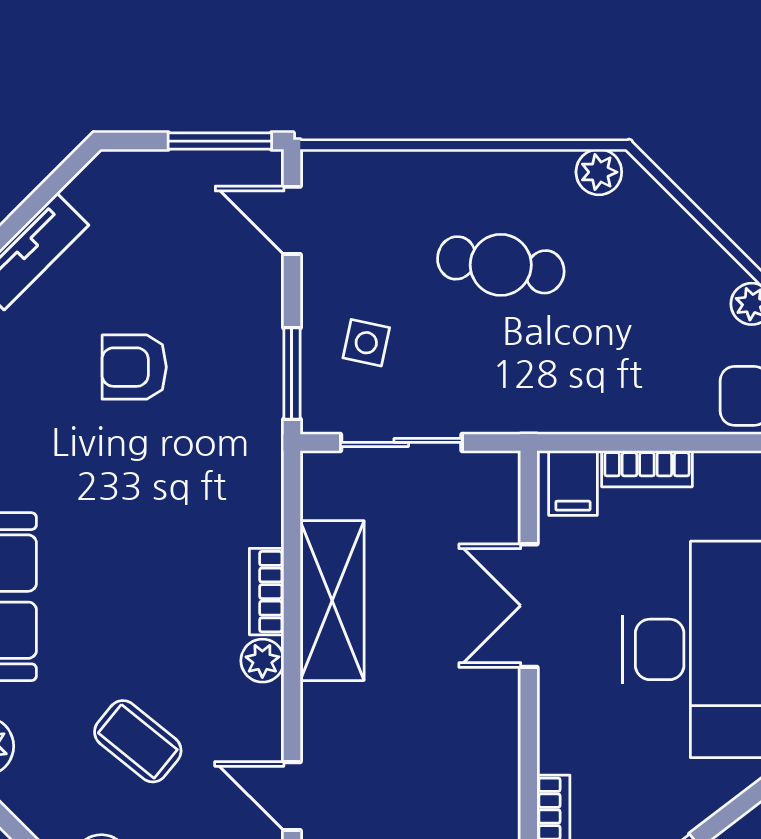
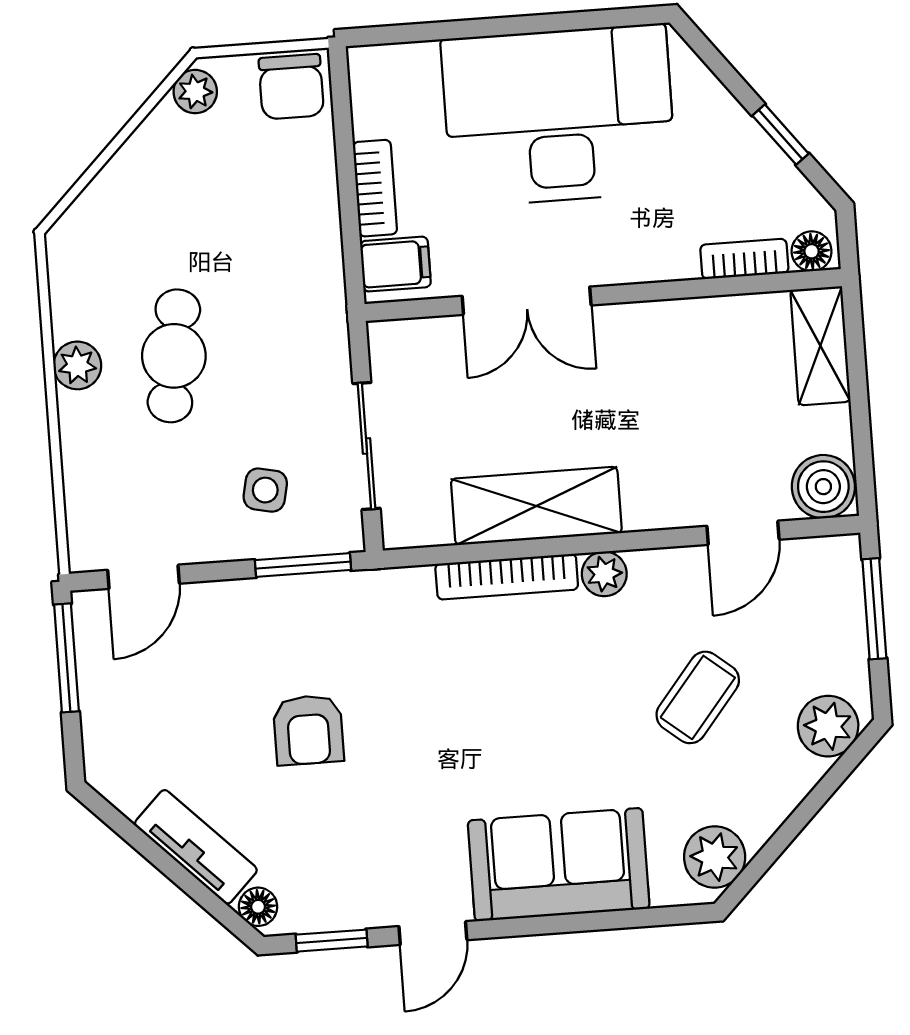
plant: (599, 172) -> (77, 365), moved
bookcase: (267, 592) -> (507, 577), width x1.56

